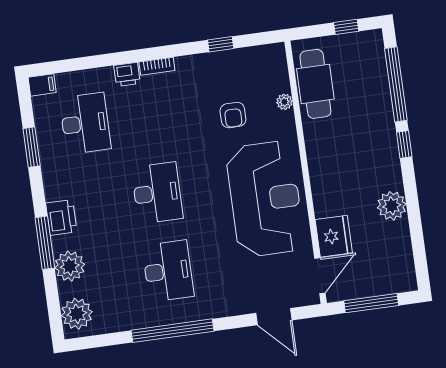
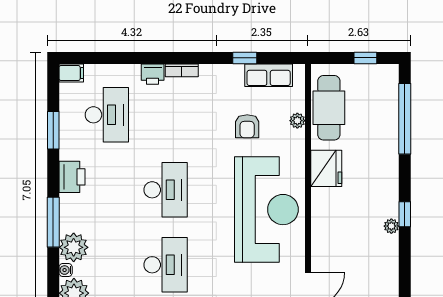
row of seats: (248, 59) -> (269, 75), added
window: (404, 144) -> (405, 214), moved
plant: (392, 206) -> (391, 226), width x0.53, depth x0.53
printer: (61, 217) -> (72, 177), moved
fridge: (334, 236) -> (326, 168), moved
water cooler: (65, 291) -> (66, 270), added

